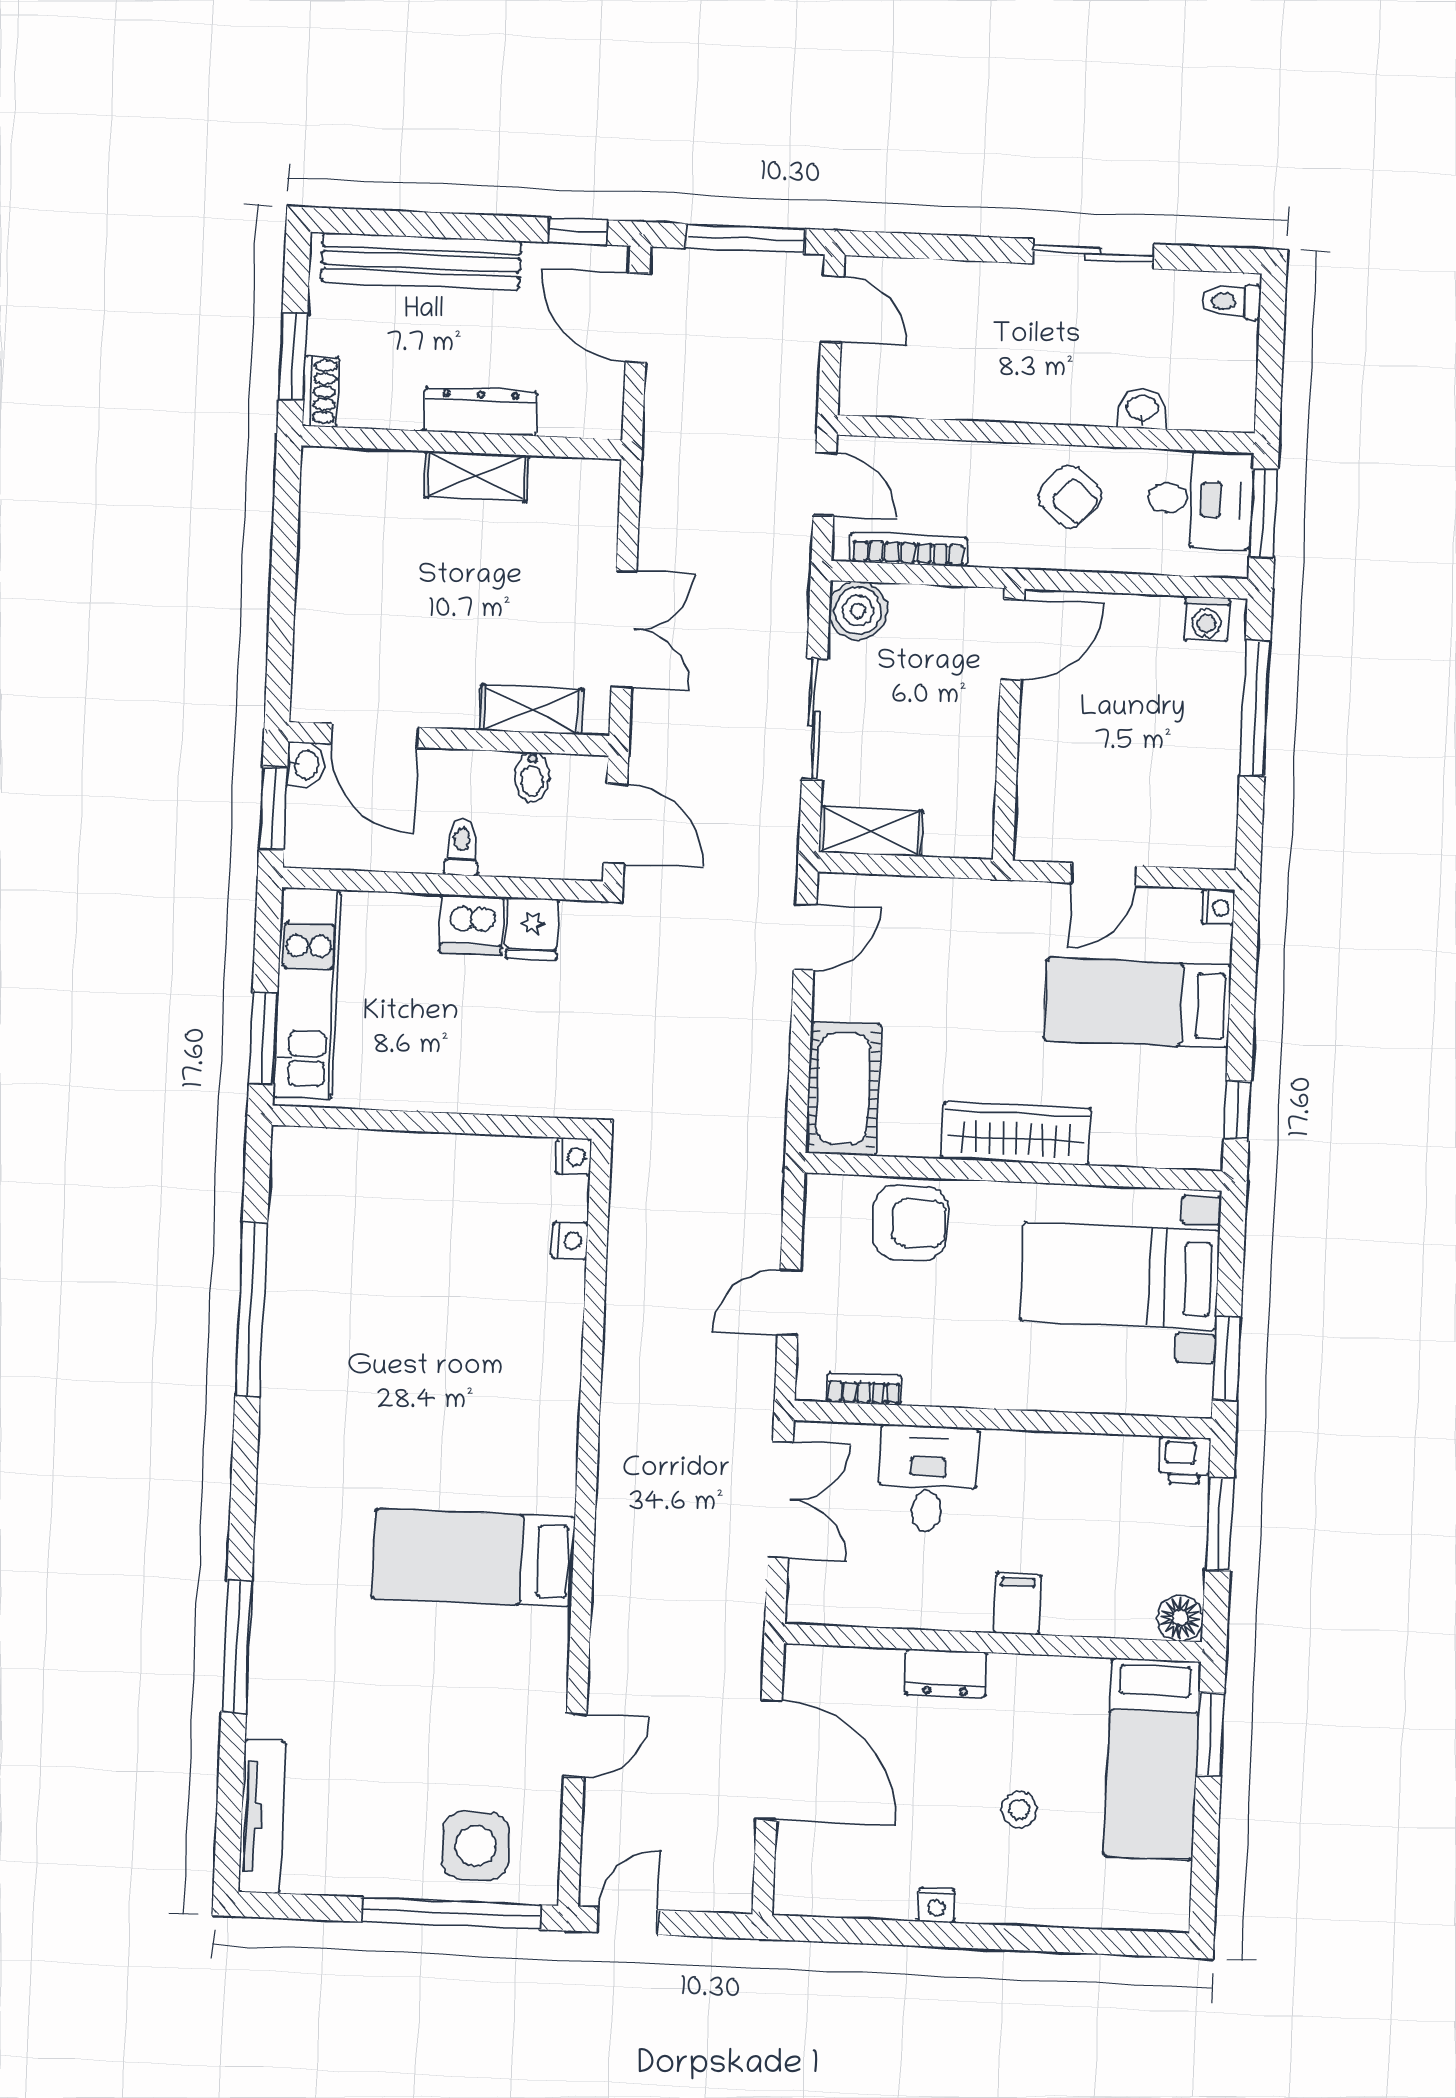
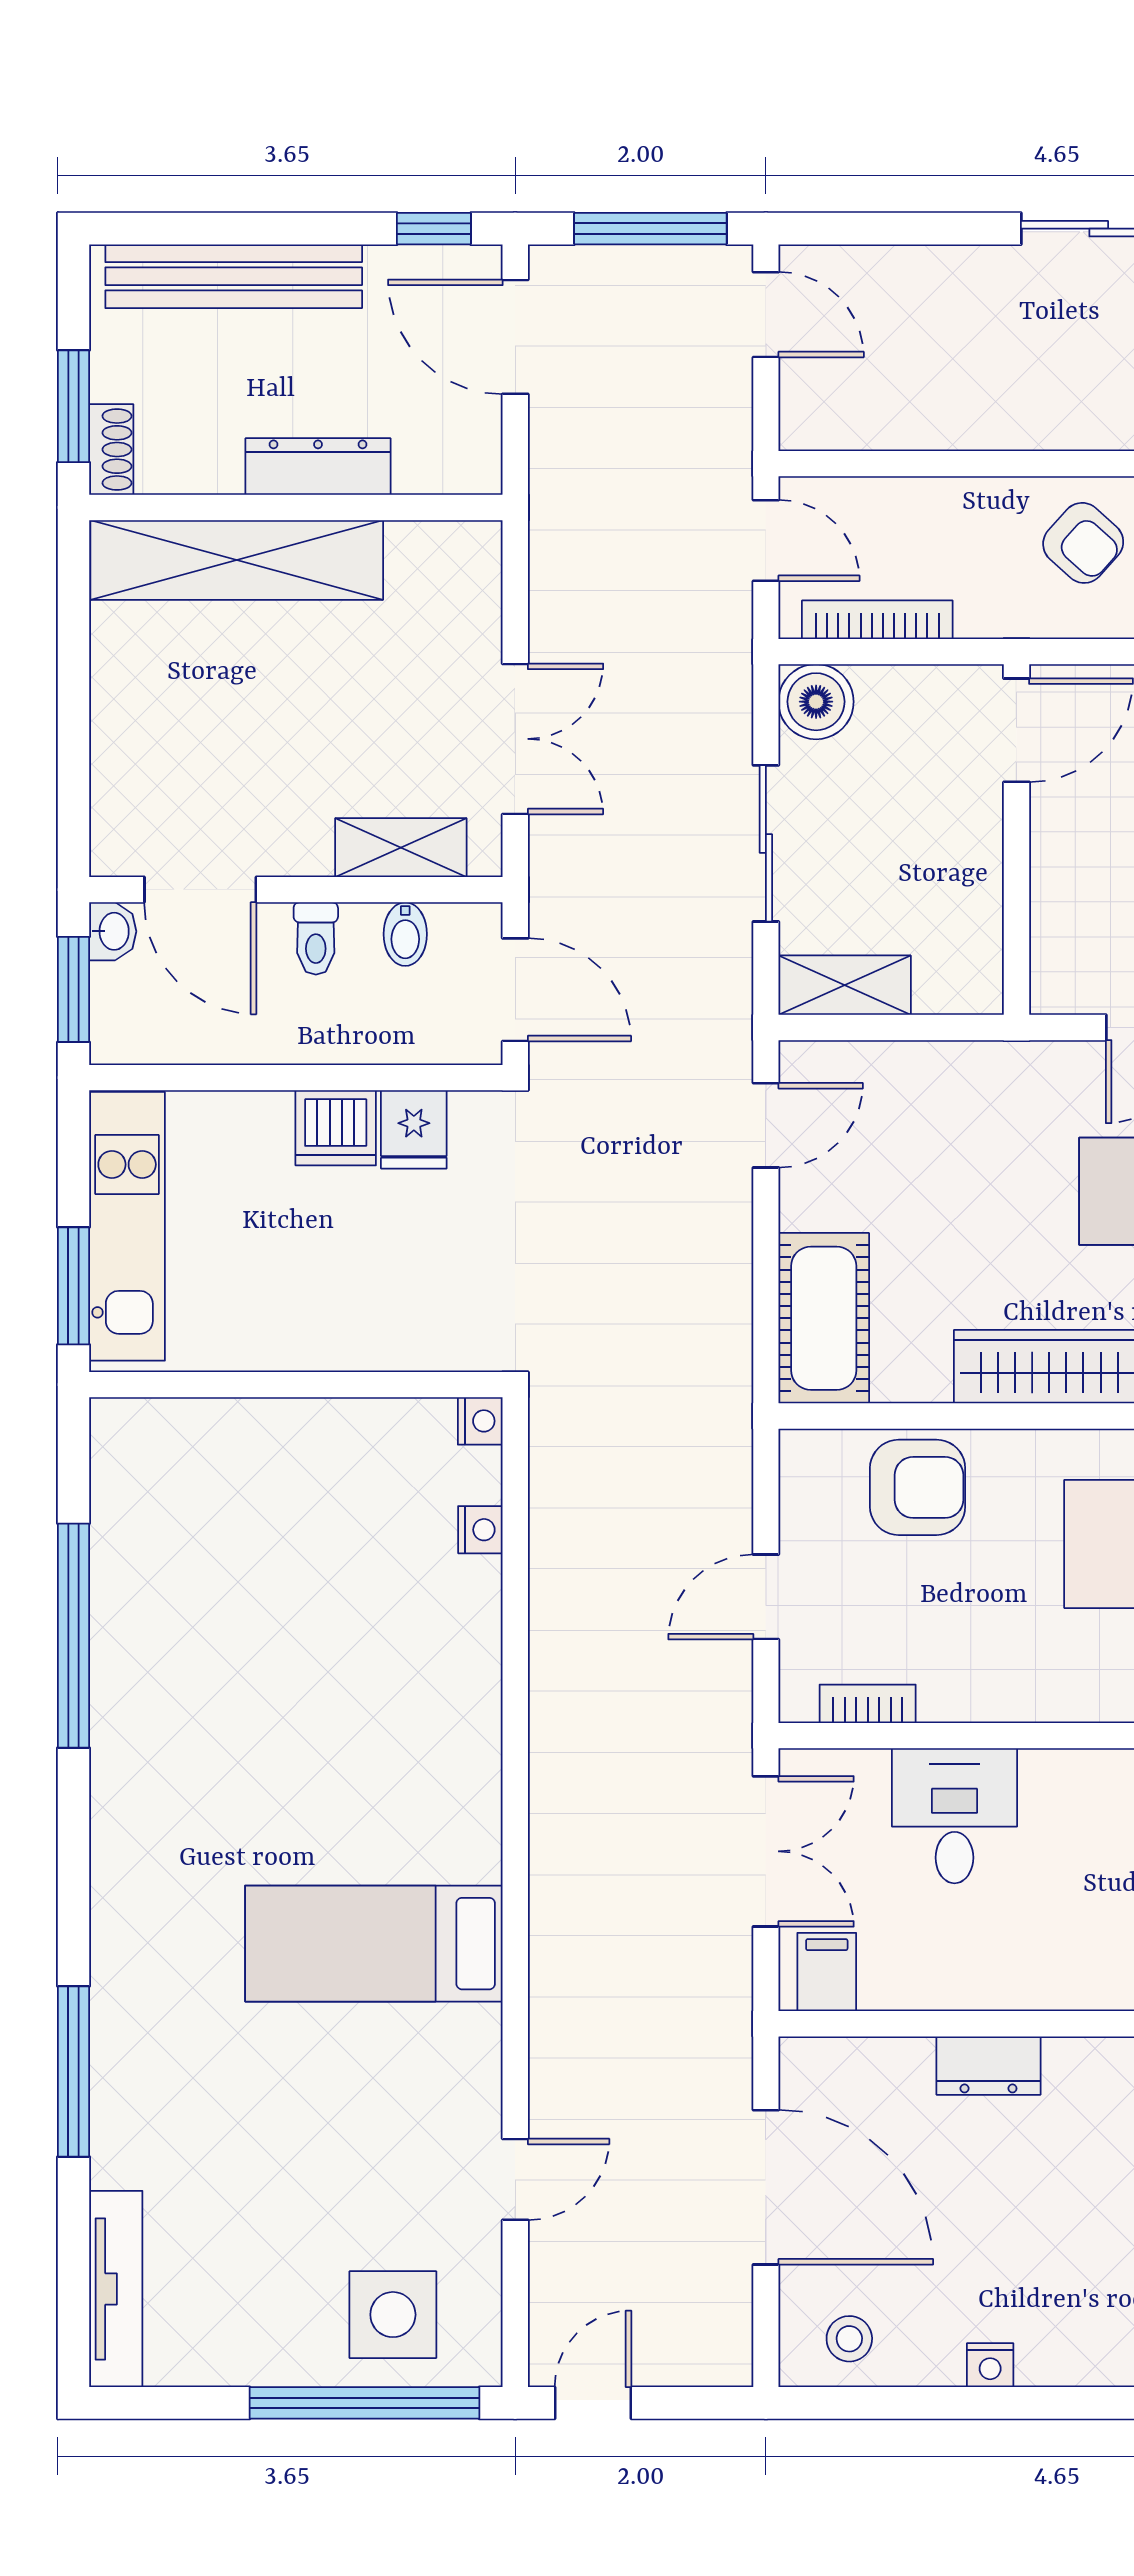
shelving: (476, 476) -> (237, 560), width x2.20, depth x1.33
toilet: (462, 847) -> (316, 938), moved, turned 180
filing cabinet: (1017, 1604) -> (827, 1972), moved
stool: (1019, 1809) -> (849, 2339), moved

